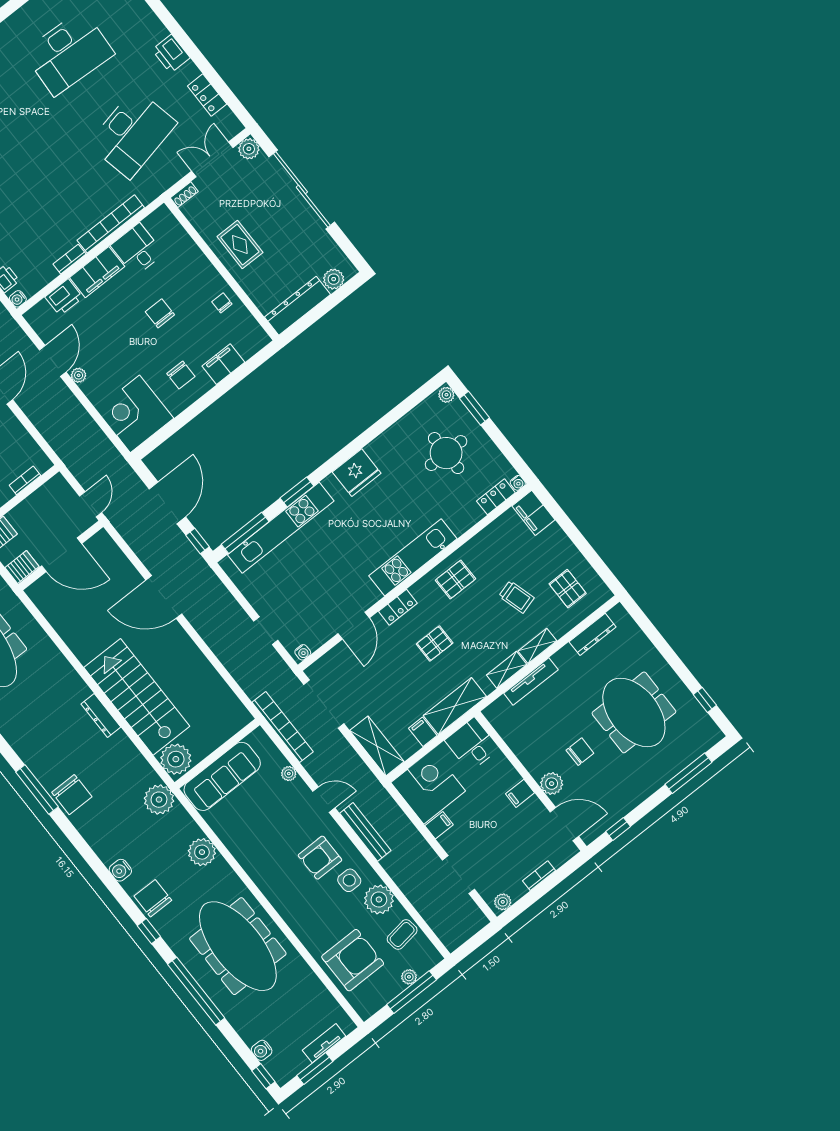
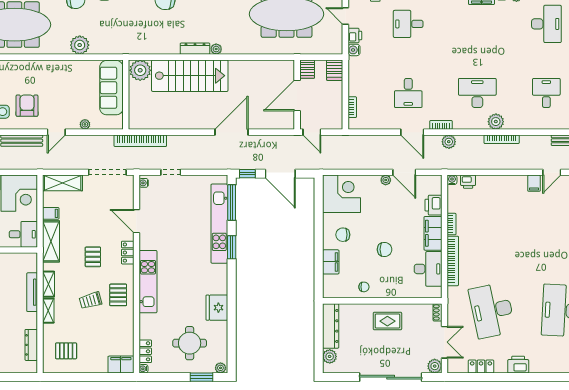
desk: (137, 250) -> (428, 269), width x1.37
fridge: (357, 473) -> (217, 308), moved
trolley: (516, 597) -> (90, 300), moved
bookcase: (283, 727) -> (140, 141), moved
plant: (159, 800) -> (216, 49), moved, width x0.53, depth x0.53

